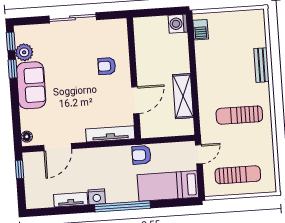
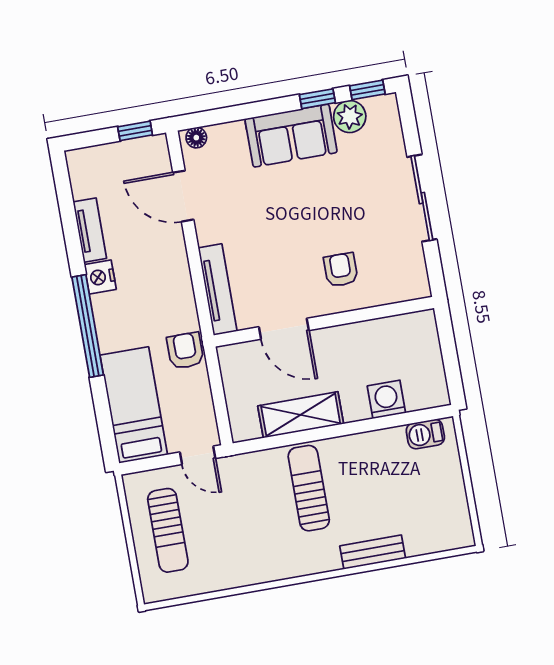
washing machine: (178, 24) -> (386, 399), moved
sun lounger: (239, 115) -> (309, 488), moved

